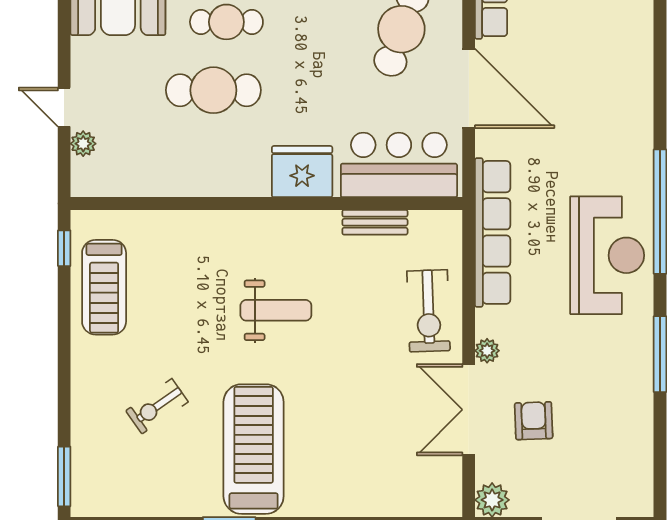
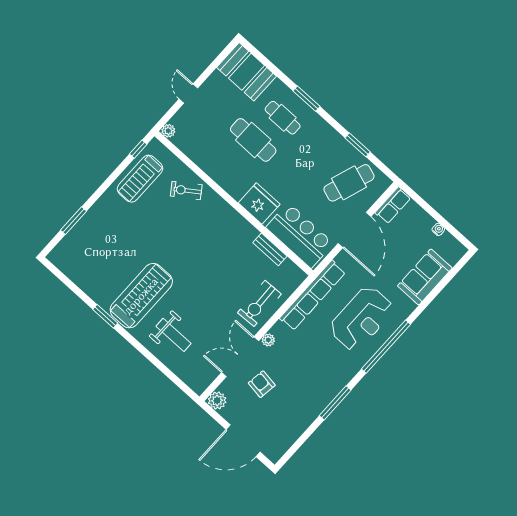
sofa: (626, 65) -> (425, 277), added
plant: (83, 144) -> (168, 131), moved
reception desk: (607, 255) -> (361, 319), moved
weight bench: (276, 310) -> (173, 335), moved
exercise bike: (157, 406) -> (186, 190), moved
armchair: (534, 421) -> (262, 384), turned -80
window: (64, 476) -> (74, 221), moved

